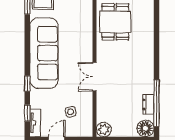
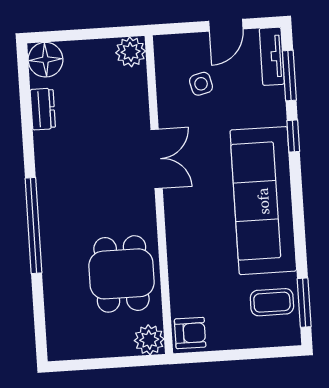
window: (157, 103) -> (33, 226), moved
window: (27, 113) -> (289, 76), width x1.50

